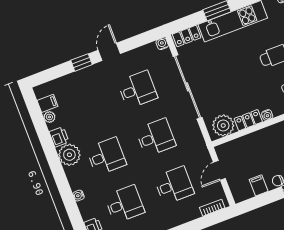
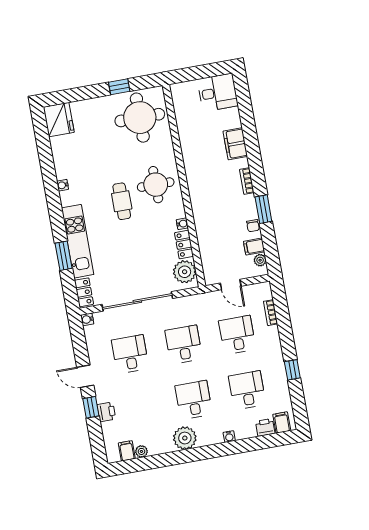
printer: (59, 137) -> (106, 412), moved, turned 90
plant: (247, 193) -> (260, 260), added
bookcase: (212, 208) -> (271, 313), moved

